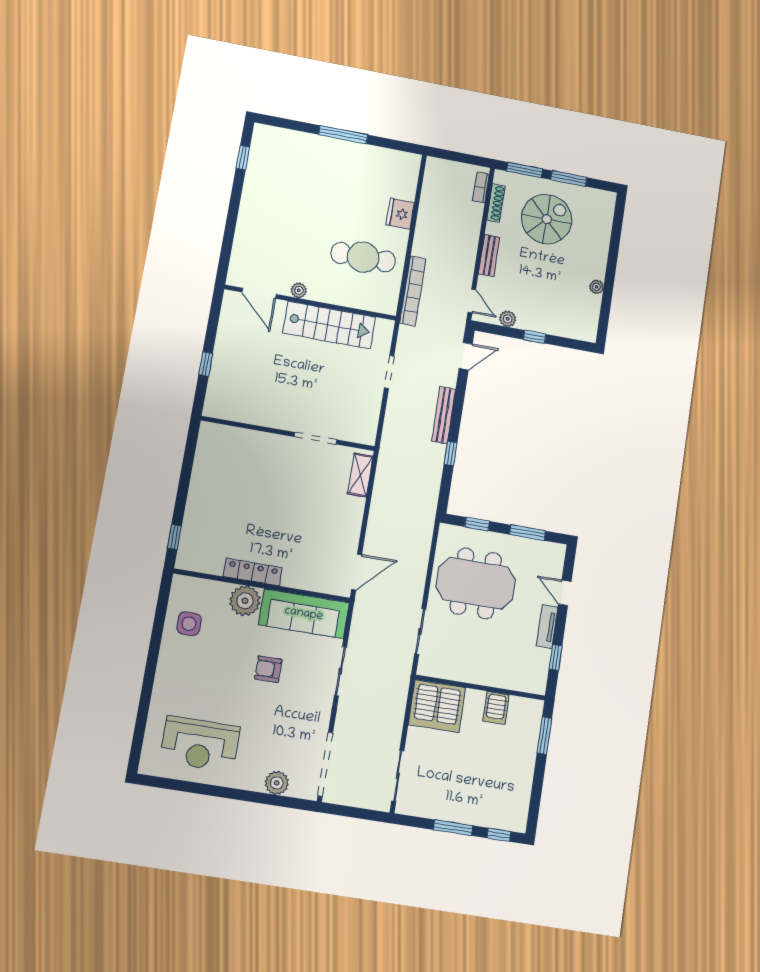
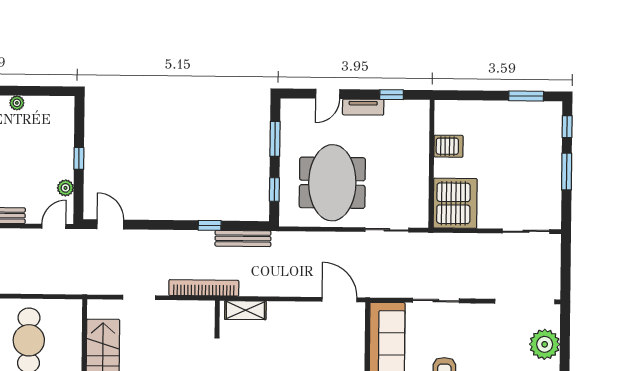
bookcase: (413, 291) -> (204, 288), moved
bench: (444, 415) -> (243, 238), moved
window: (544, 736) -> (526, 96), moved
plant: (277, 783) -> (545, 344), width x1.36, depth x1.36

